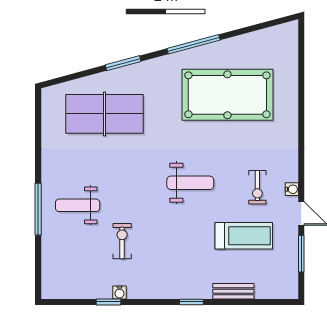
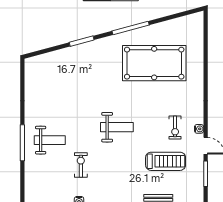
table tennis table: (105, 114) -> (69, 76), removed
weight bench: (190, 183) -> (117, 127), moved
weight bench: (78, 205) -> (50, 140), turned 180

